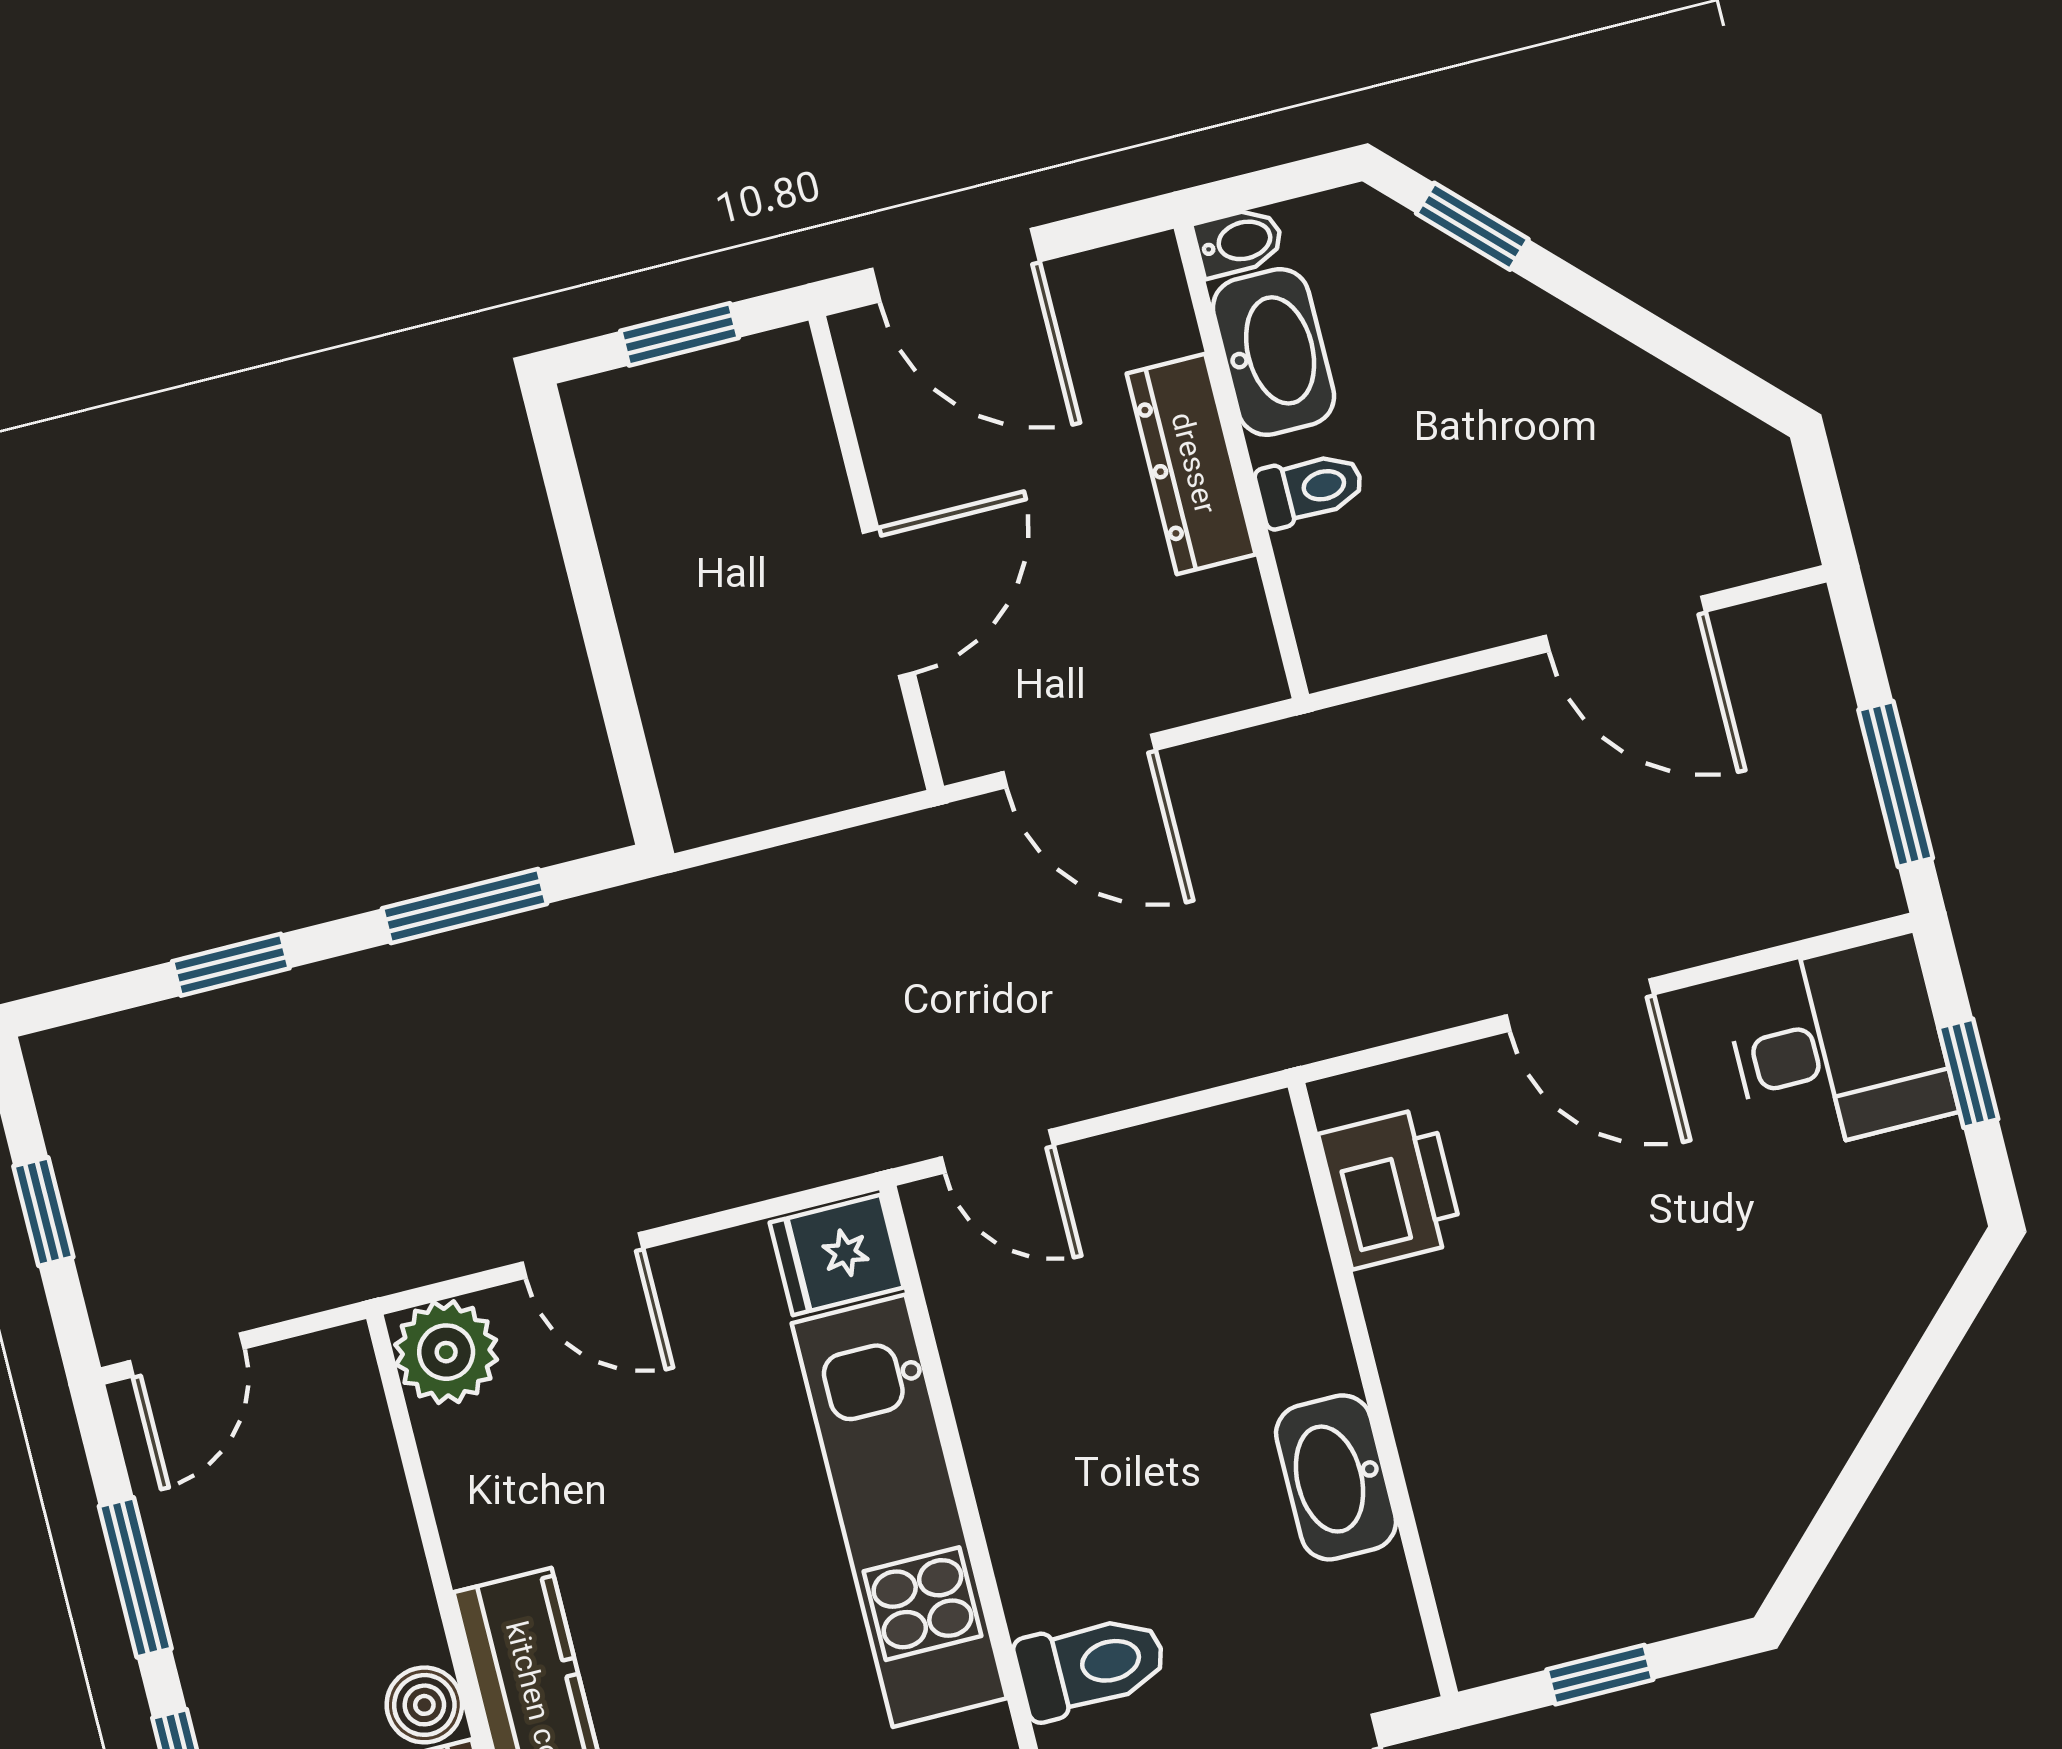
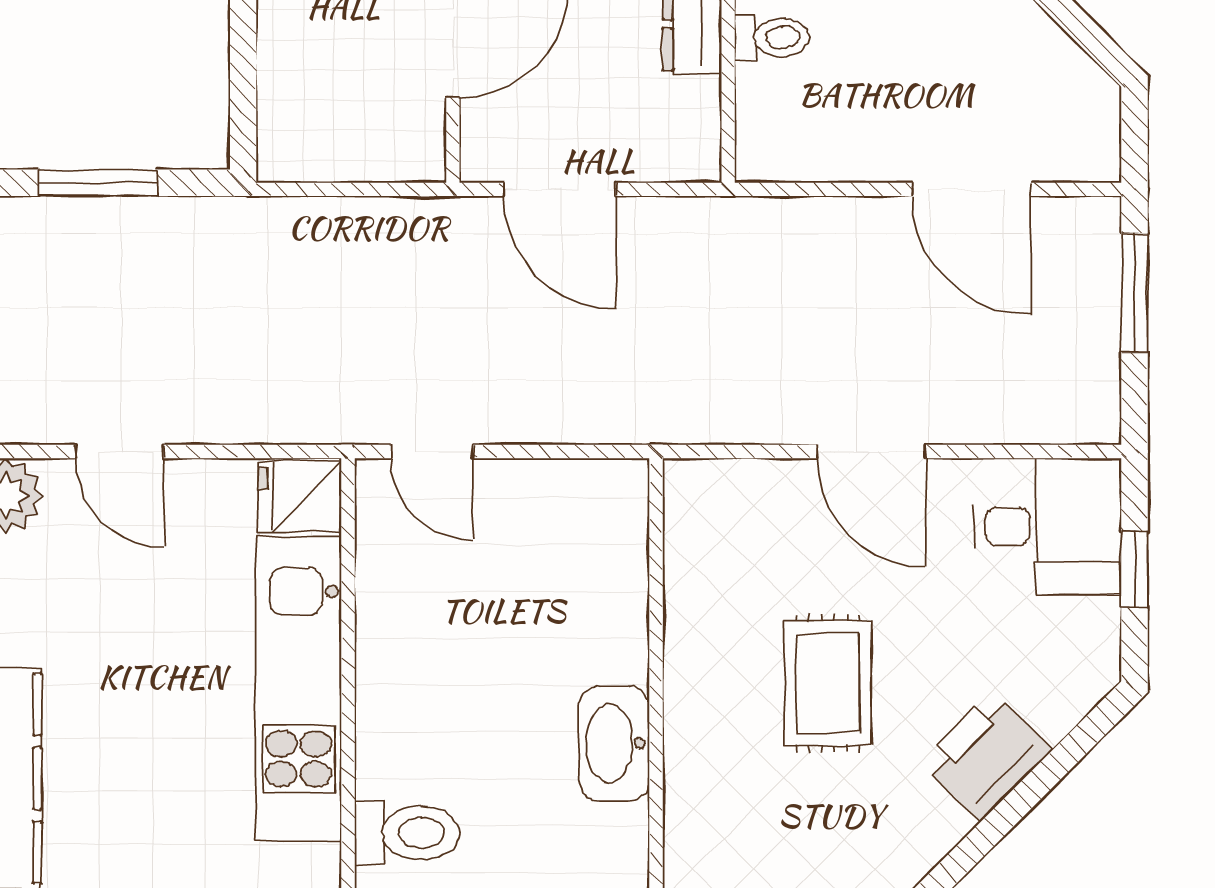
window: (1896, 784) -> (1134, 293), moved
printer: (1391, 1188) -> (987, 756), moved, turned -135
rug: (1599, 1326) -> (828, 683), added

